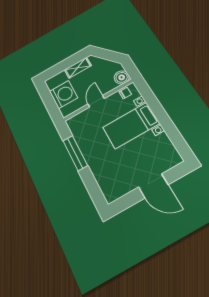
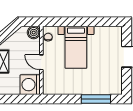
washing machine: (63, 94) -> (30, 85), moved, turned -90
window: (75, 153) -> (96, 99), moved

